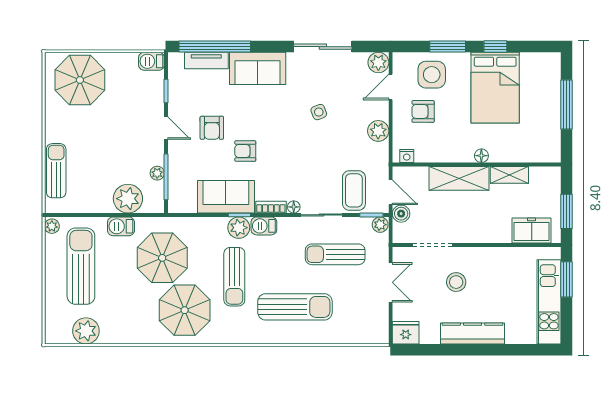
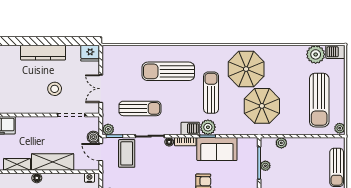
plant: (128, 199) -> (281, 143), width x0.53, depth x0.53
barbecue: (121, 226) -> (335, 52), moved, turned 180

